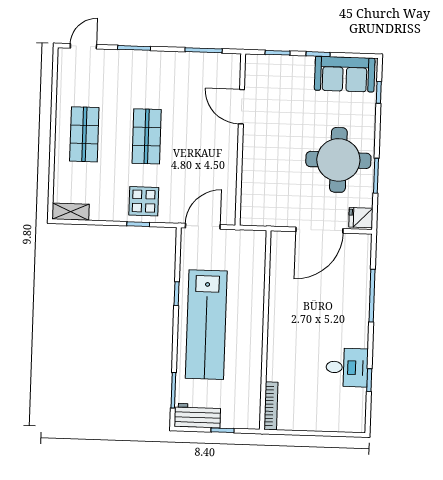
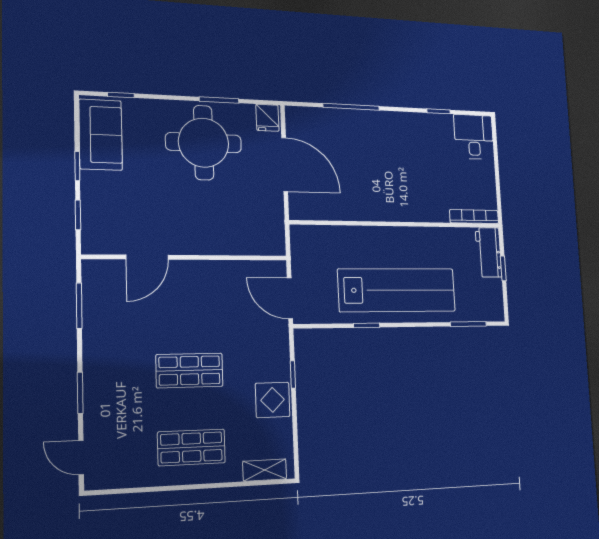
display table: (144, 201) -> (273, 400), moved
shelving: (71, 212) -> (265, 470), moved, turned 90
desk: (347, 367) -> (474, 137), moved
workbench: (197, 416) -> (489, 252), moved

